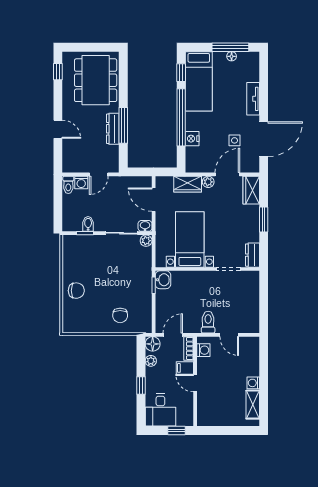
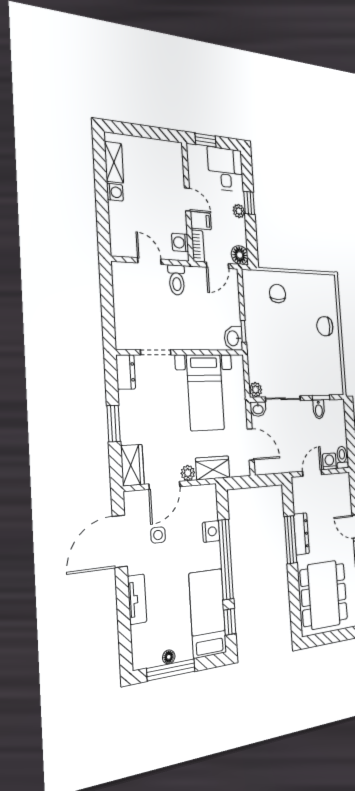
plant: (151, 361) -> (239, 211), moved

